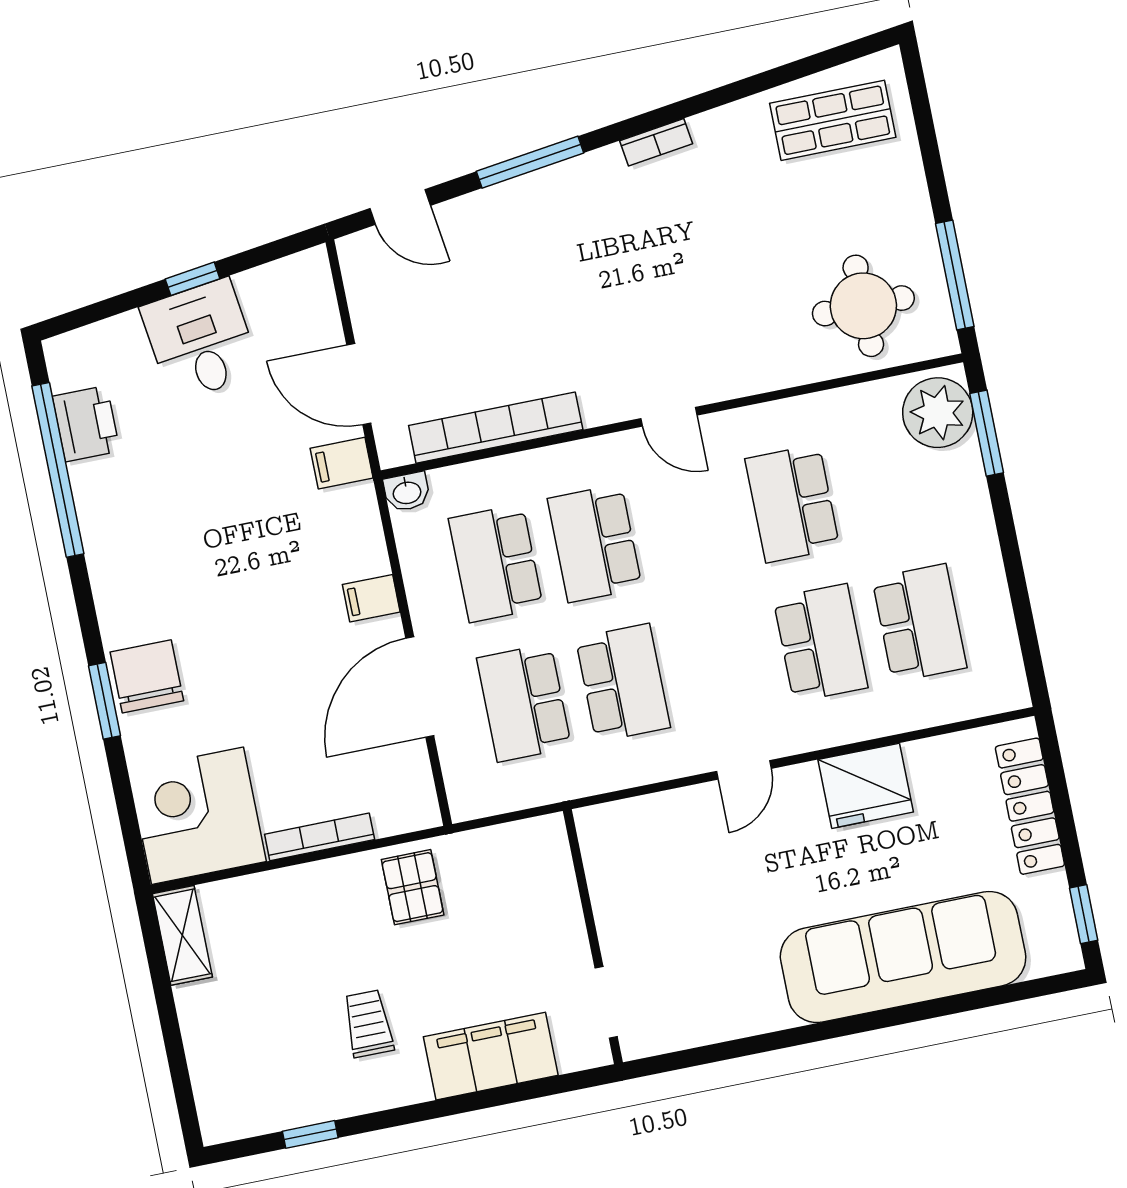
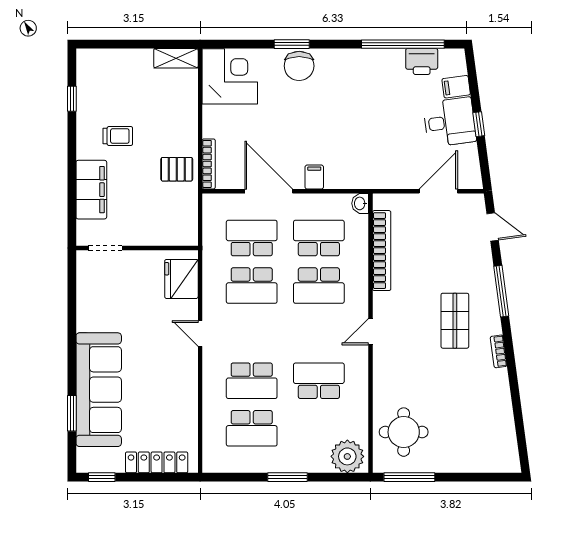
shop shelf: (833, 120) -> (455, 321), moved
door: (400, 207) -> (493, 227), swing flipped
door: (359, 384) -> (438, 191), moved
window: (987, 433) -> (287, 477), moved
filing cabinet: (342, 463) -> (456, 87), moved, turned -98
school desk: (595, 543) -> (319, 286), turned 180
chair: (147, 676) -> (299, 66), turned 90
fridge: (866, 786) -> (181, 279), moved
bookcase: (320, 837) -> (209, 164), moved
window: (963, 1003) -> (72, 413), added

